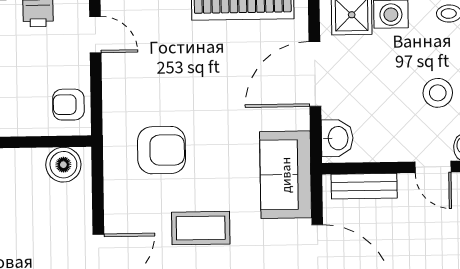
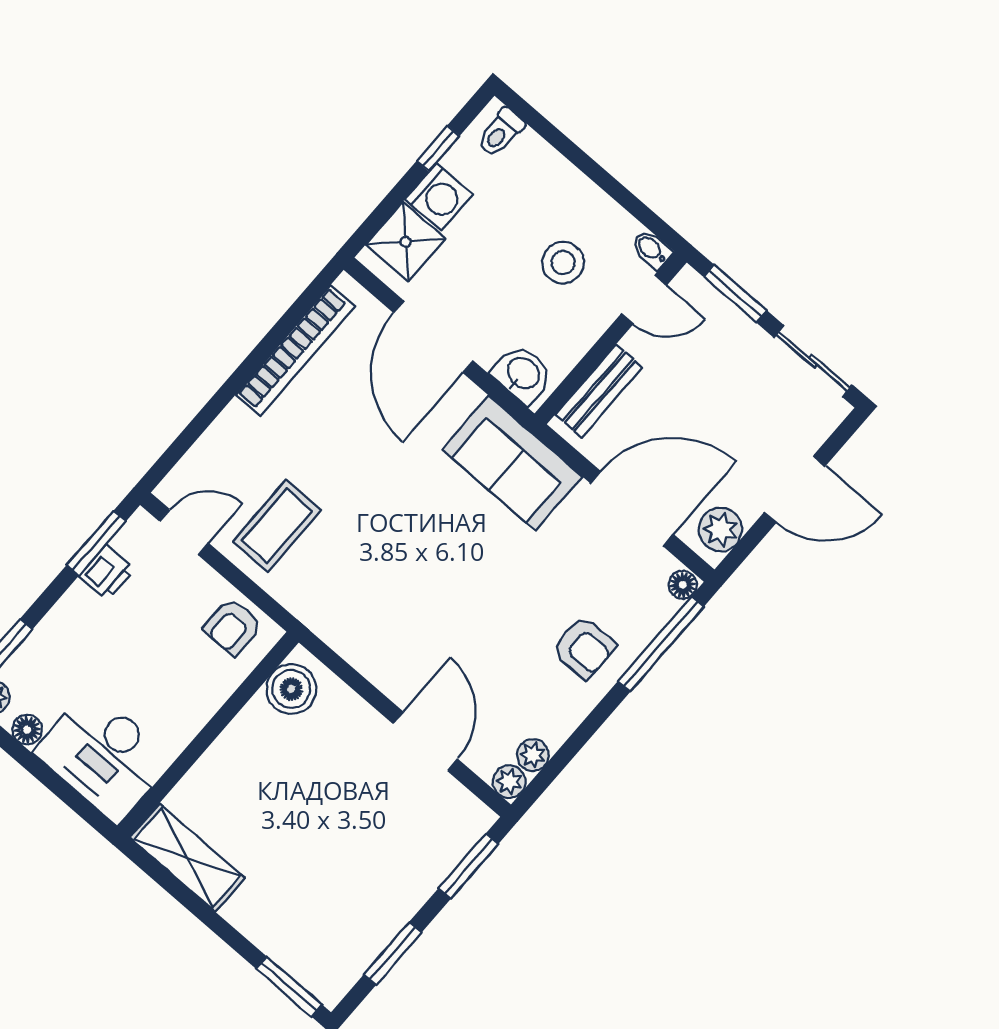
stool: (438, 93) -> (563, 263), moved
armchair: (162, 150) -> (369, 571), removed
coffee table: (201, 228) -> (277, 526), moved

